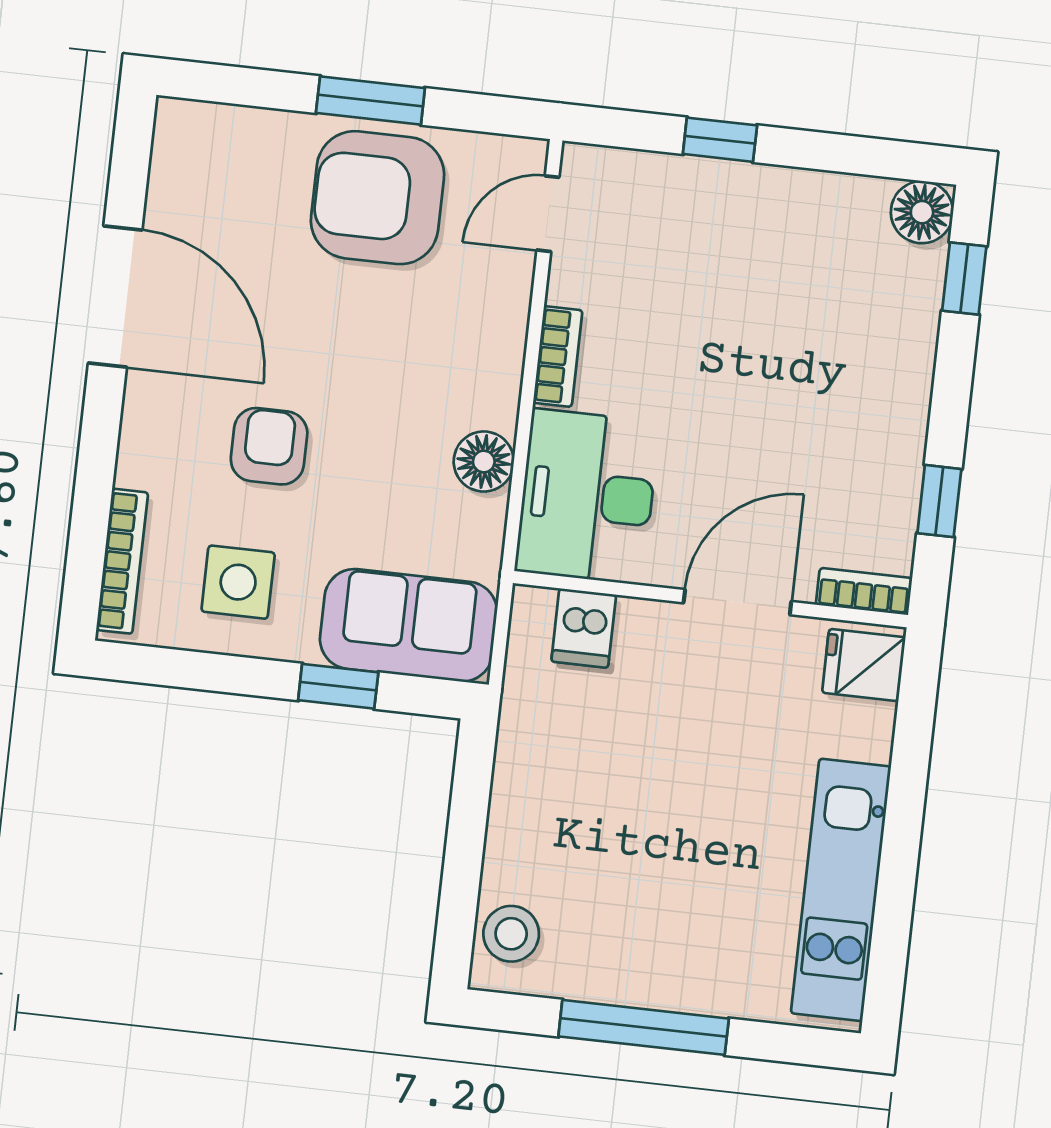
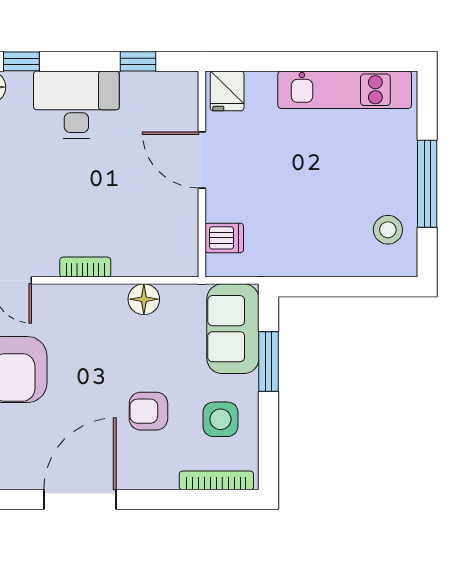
desk: (587, 496) -> (76, 105), moved, turned 180
bookcase: (864, 591) -> (189, 95), removed
window: (338, 686) -> (269, 361), width x1.50
stool: (511, 934) -> (388, 230), moved

